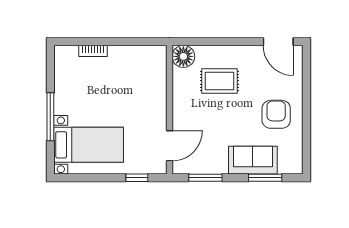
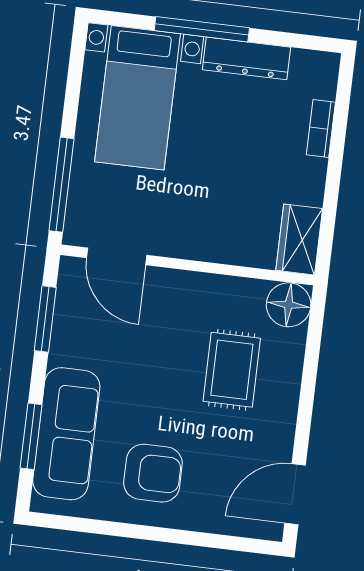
wardrobe: (150, 55) -> (299, 239), added
dresser: (62, 93) -> (246, 58), added
sofa: (253, 160) -> (66, 434), width x1.36
window: (137, 178) -> (62, 185), width x2.17

